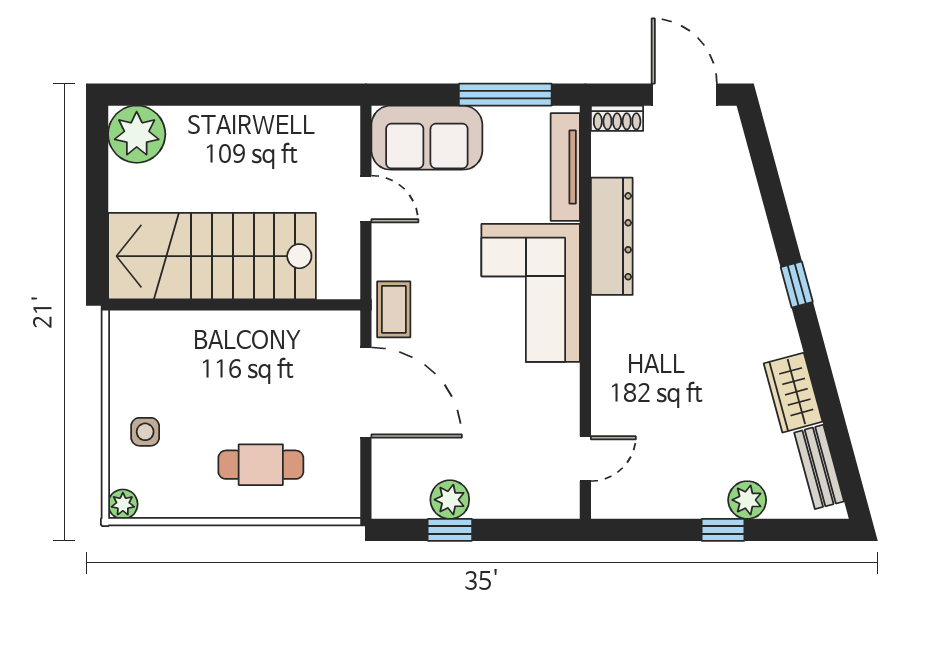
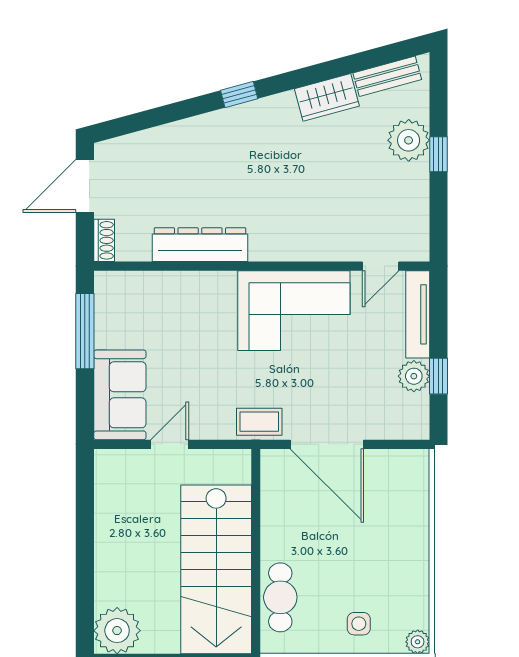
tv unit: (565, 167) -> (418, 314), moved, turned 90
corner sofa: (531, 293) -> (294, 311), moved
door: (366, 393) -> (327, 444), swing flipped
door: (585, 459) -> (381, 266), swing flipped
cafe table: (261, 465) -> (280, 597), moved
plant: (747, 500) -> (409, 140), width x1.36, depth x1.36

